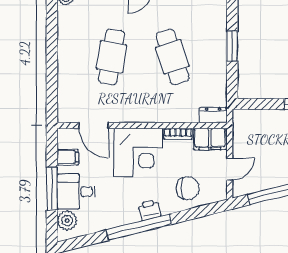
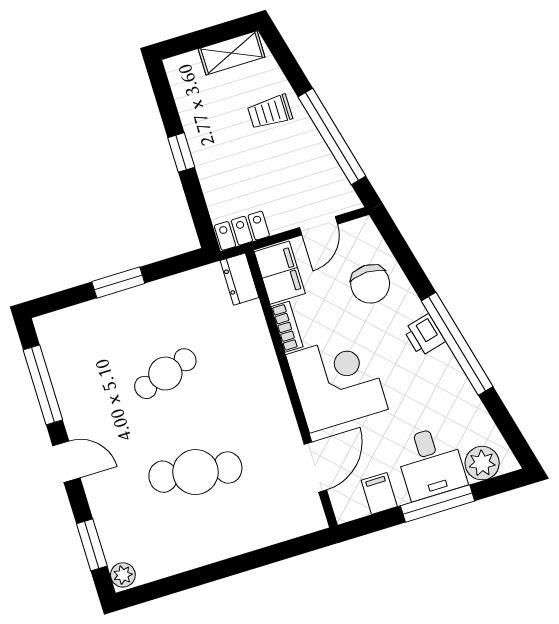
cafe table: (173, 57) -> (165, 374), width x0.73, depth x0.74
locker: (240, 125) -> (242, 231), added
door: (230, 169) -> (318, 226), swing flipped
chair: (188, 188) -> (370, 284), turned 180

